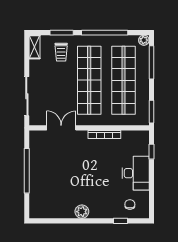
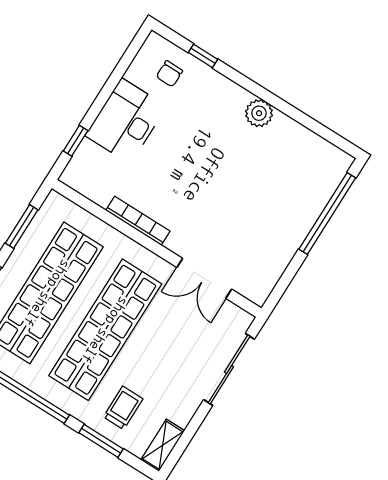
window: (151, 112) -> (22, 226), moved
window: (27, 171) -> (327, 214), moved

